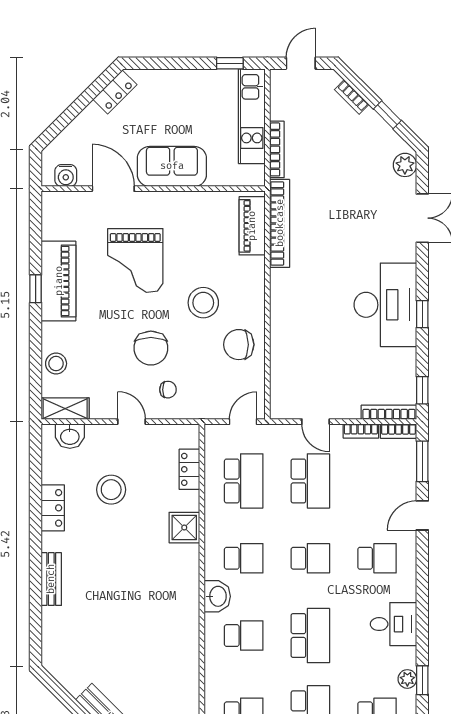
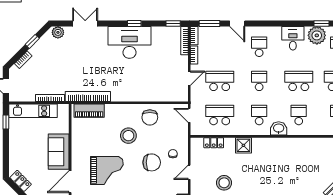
plant: (407, 679) -> (317, 35), width x1.88, depth x1.88

